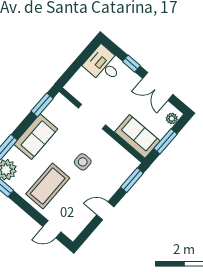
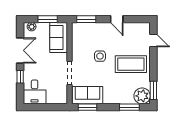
sofa: (36, 137) -> (87, 95), moved

